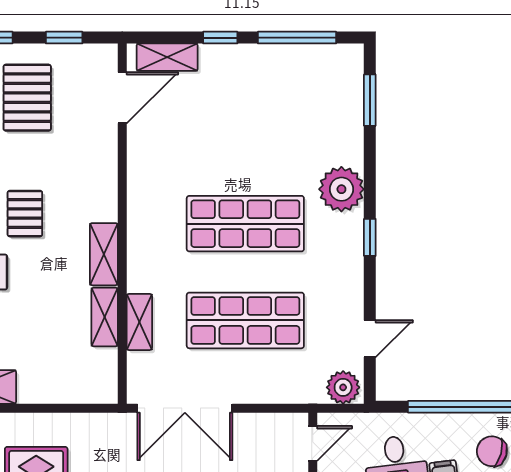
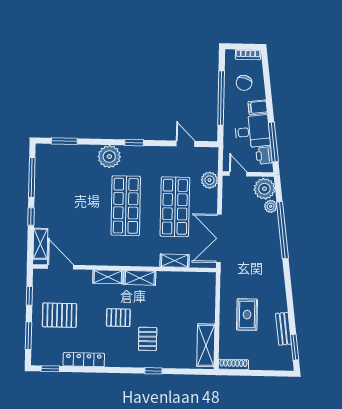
shelving: (105, 317) -> (108, 277), moved
plant: (343, 387) -> (210, 180), moved
double door: (185, 408) -> (219, 238), swing flipped

